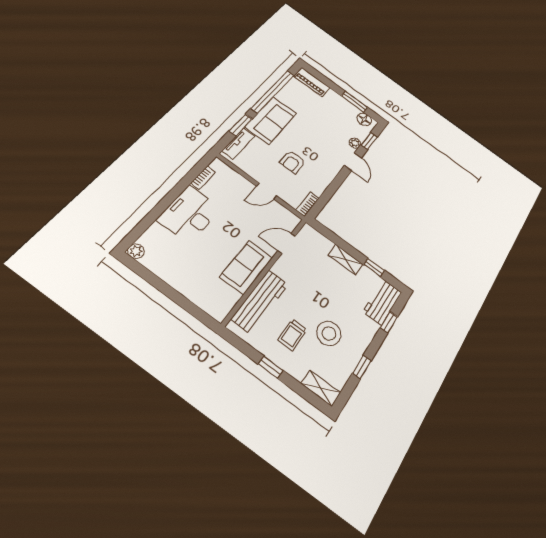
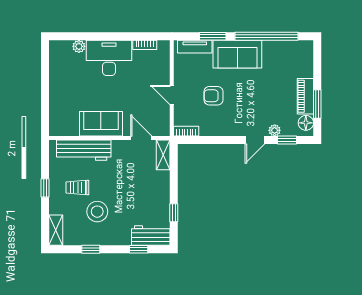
piano: (312, 82) -> (305, 96), moved
plant: (136, 251) -> (79, 46), moved
shelving: (346, 260) -> (163, 155), moved

